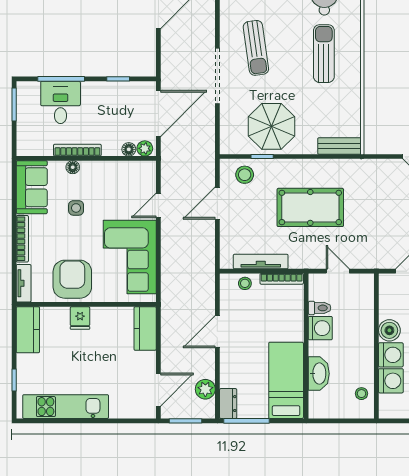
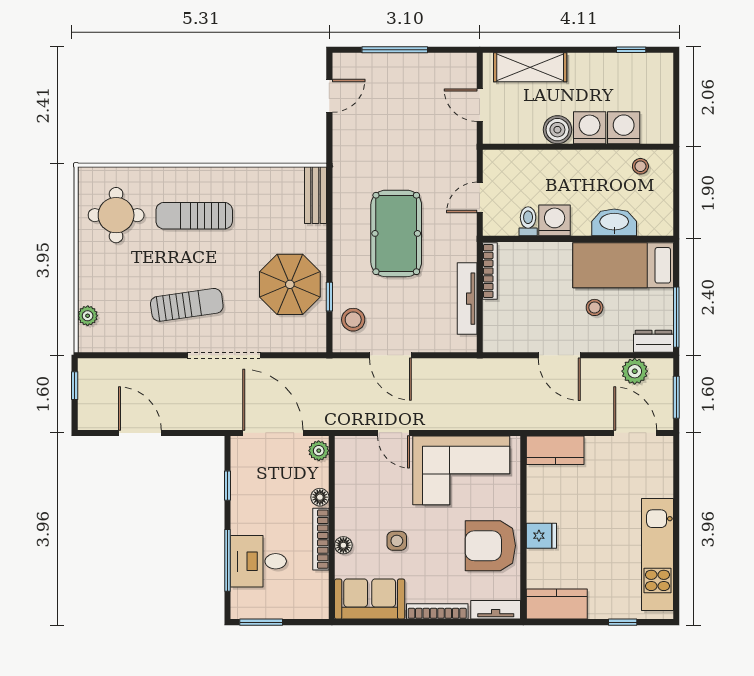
floor lamp: (129, 149) -> (320, 497), moved
stool: (245, 283) -> (595, 307), moved

